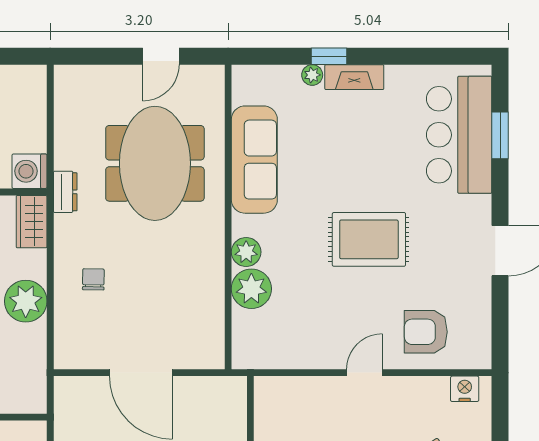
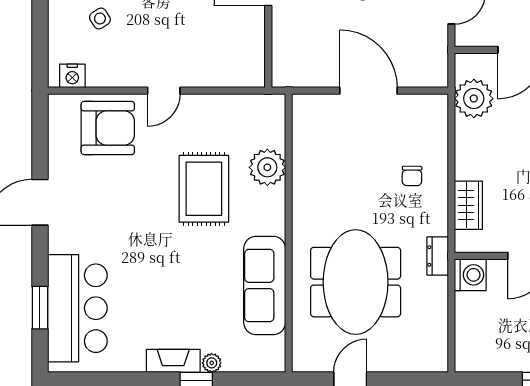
wardrobe: (32, 222) -> (468, 205), moved
rug: (369, 239) -> (204, 189), moved, turned 90
plant: (246, 252) -> (272, 201), removed
plant: (26, 301) -> (474, 99), moved
armchair: (426, 332) -> (108, 128), width x1.36, depth x1.36

